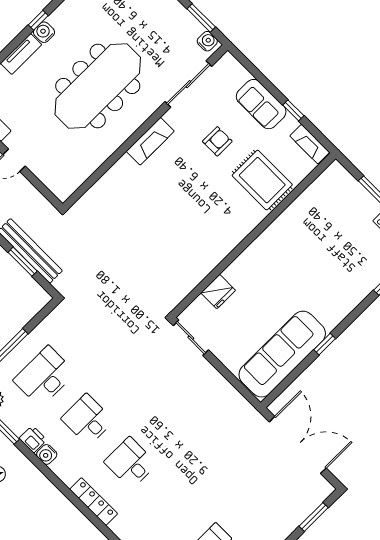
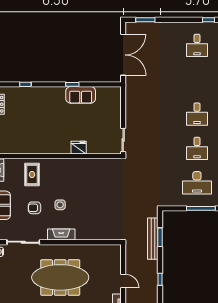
side table: (189, 177) -> (60, 205), added
rug: (262, 180) -> (32, 175), width x0.73, depth x0.70
fridge: (218, 292) -> (79, 148), moved
sofa: (282, 354) -> (81, 95), width x0.54, depth x0.79
double door: (298, 445) -> (123, 55), swing flipped

